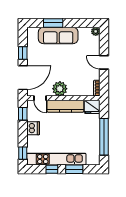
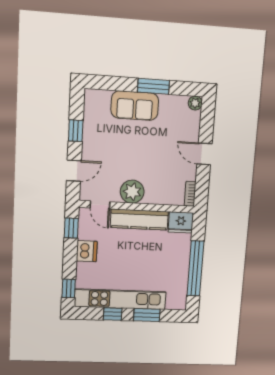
window: (53, 23) -> (153, 86), moved
sofa: (58, 35) -> (135, 106), width x0.73
door: (23, 78) -> (74, 171), width x0.53

